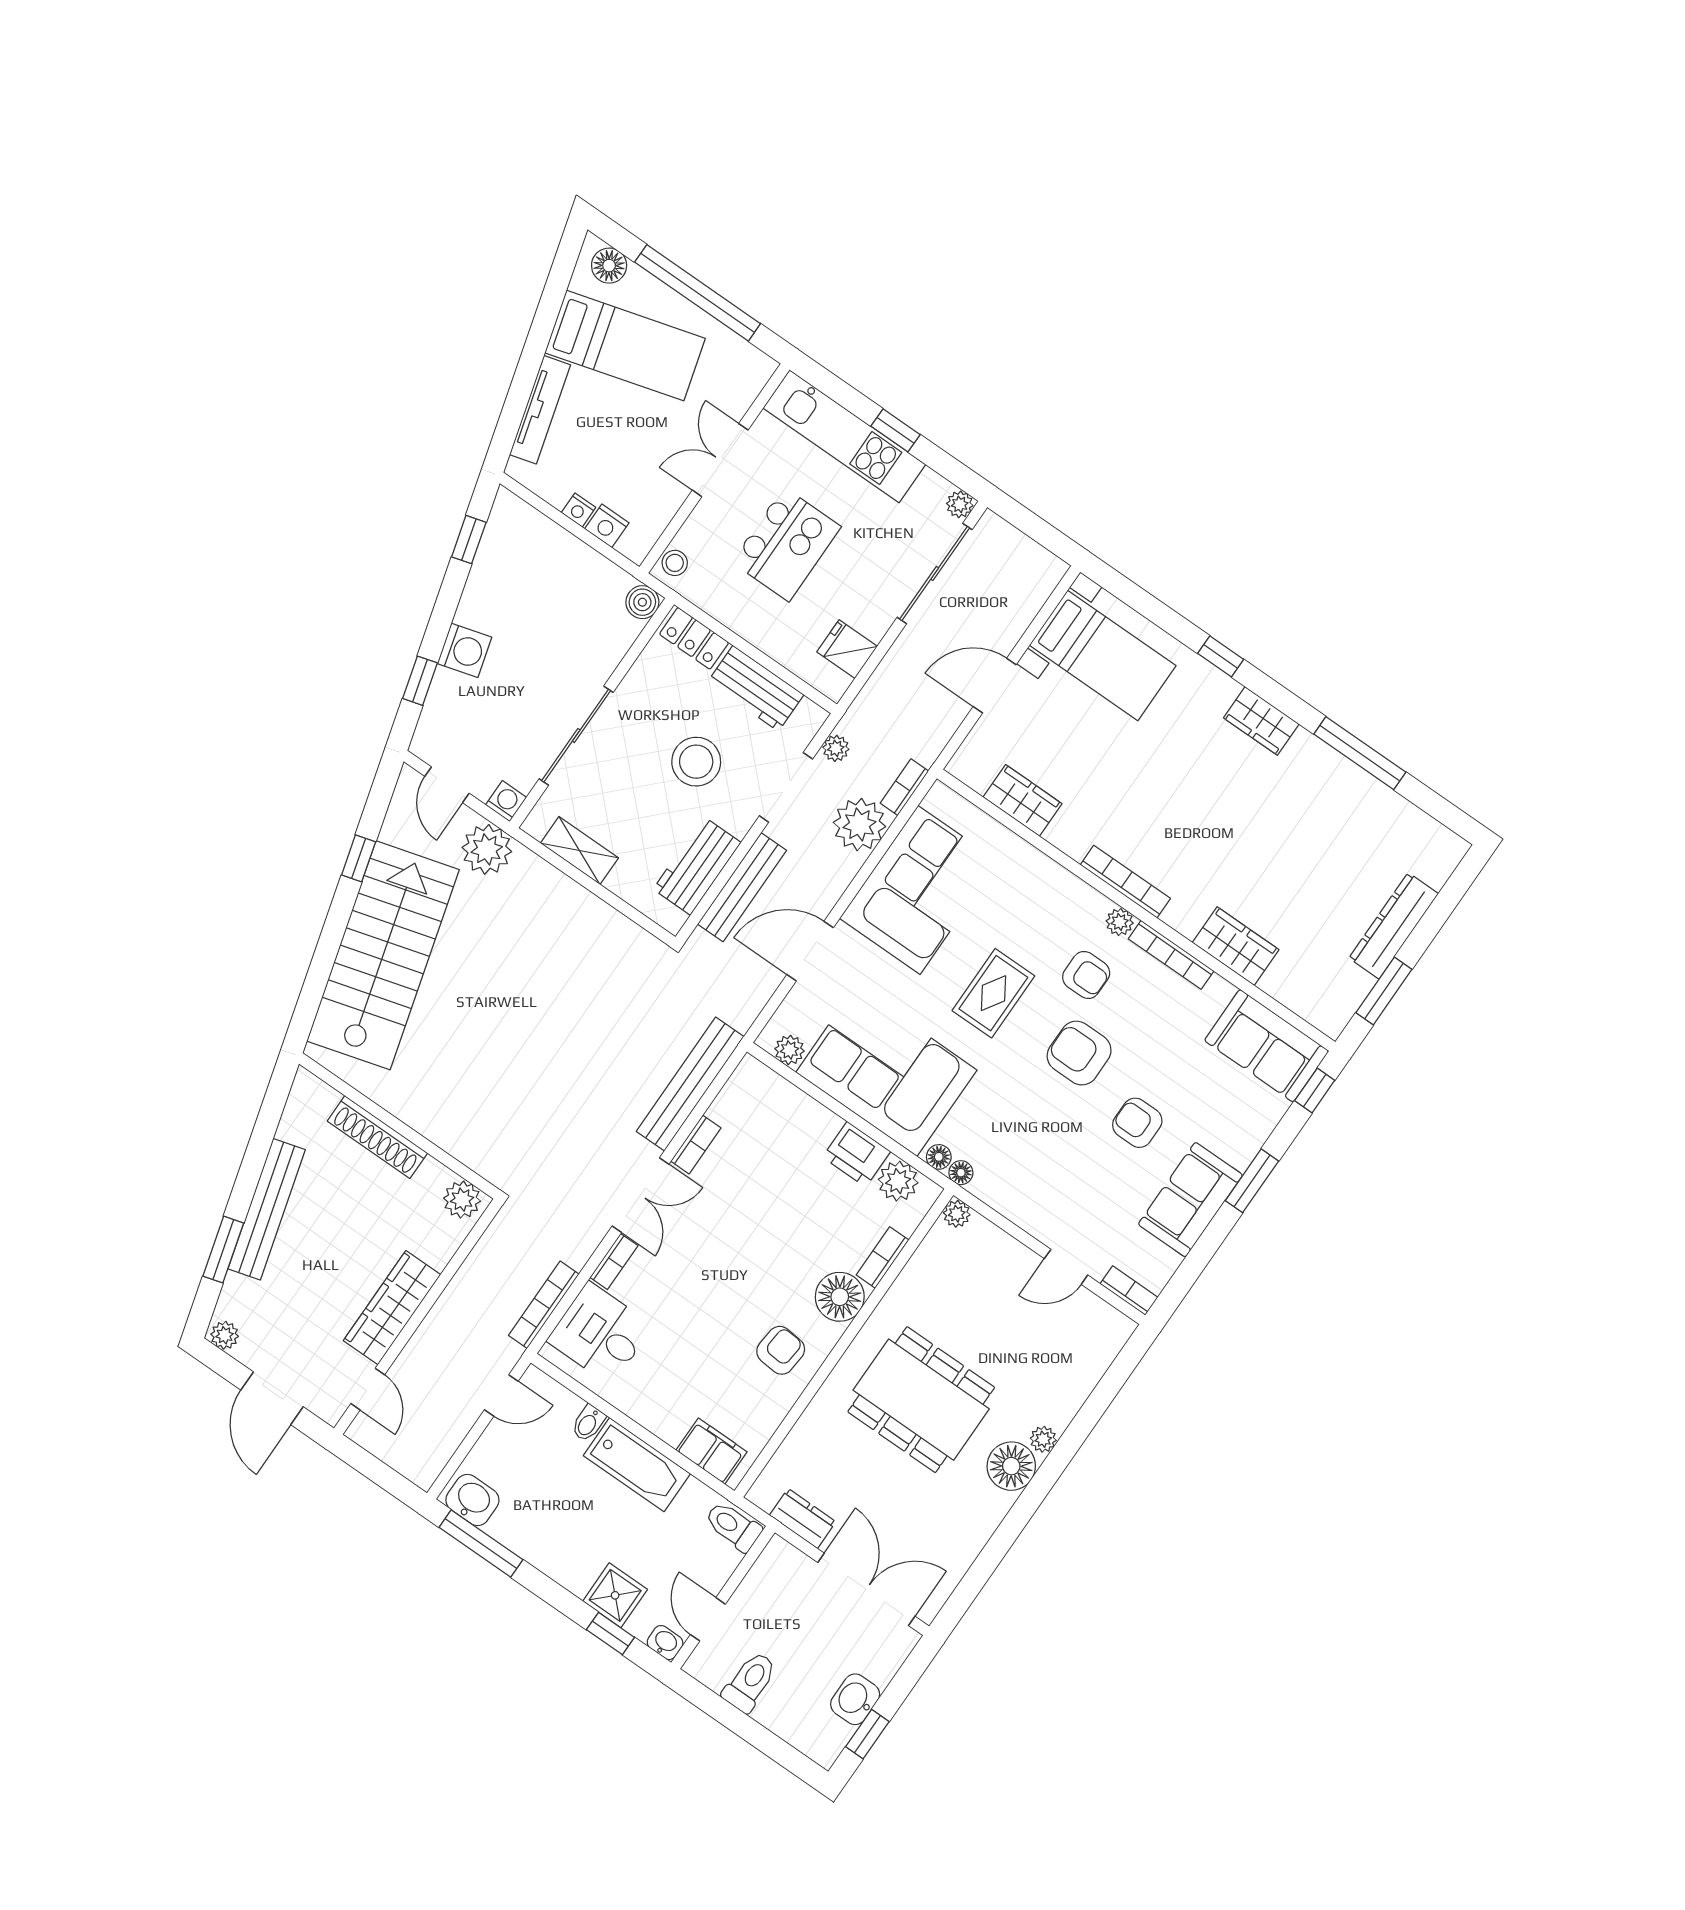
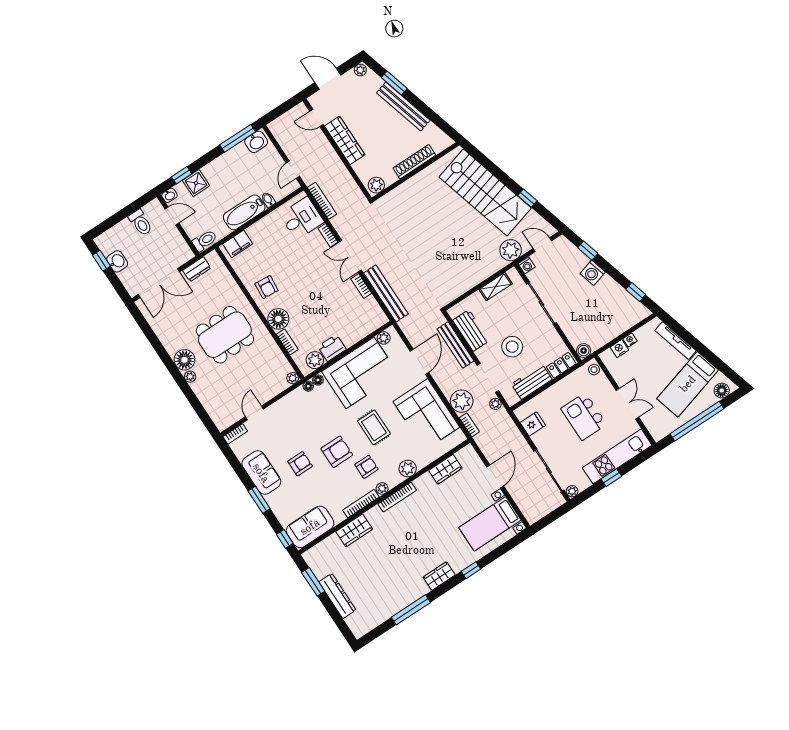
plant: (1054, 884) -> (408, 468), added
armchair: (1086, 975) -> (366, 467), turned 180

